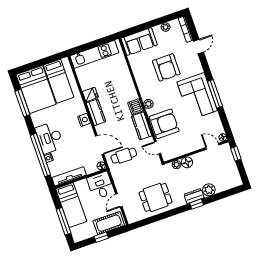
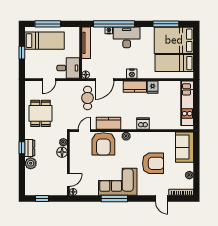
armchair: (166, 67) -> (153, 163), turned 180
dishwasher: (135, 107) -> (143, 124), moved
window: (236, 154) -> (42, 198), moved
door: (119, 200) -> (49, 80), swing flipped
bed: (71, 205) -> (44, 41), moved, turned 180
cot: (109, 223) -> (32, 64), removed

